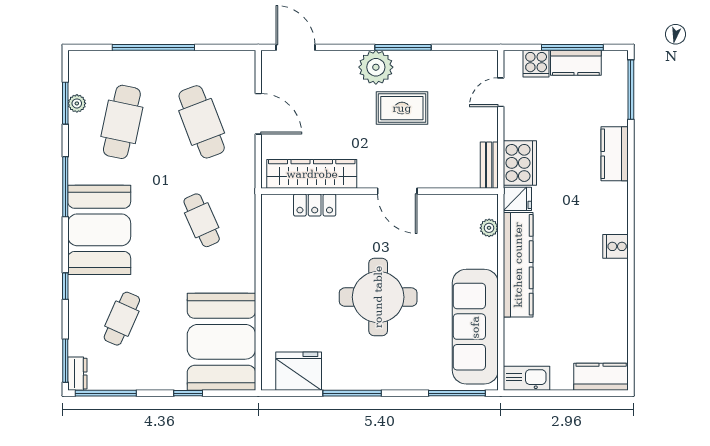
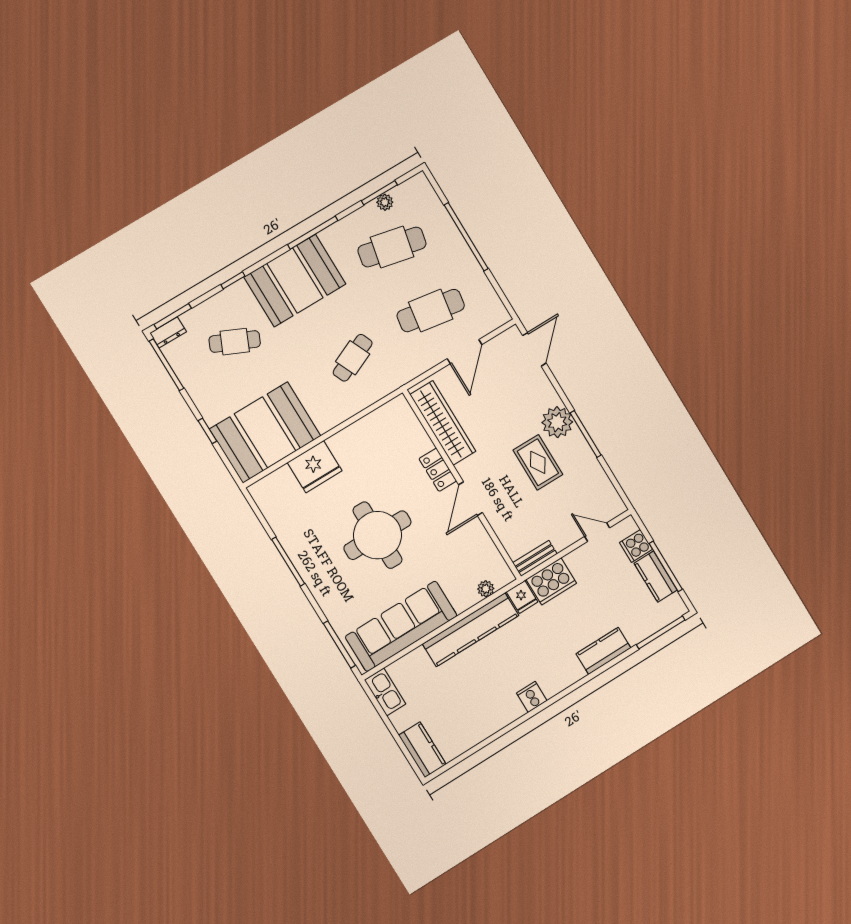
cafe table: (202, 122) -> (431, 311), turned 30
locker: (315, 205) -> (438, 470), moved
fridge: (299, 371) -> (315, 467), moved, turned 90

